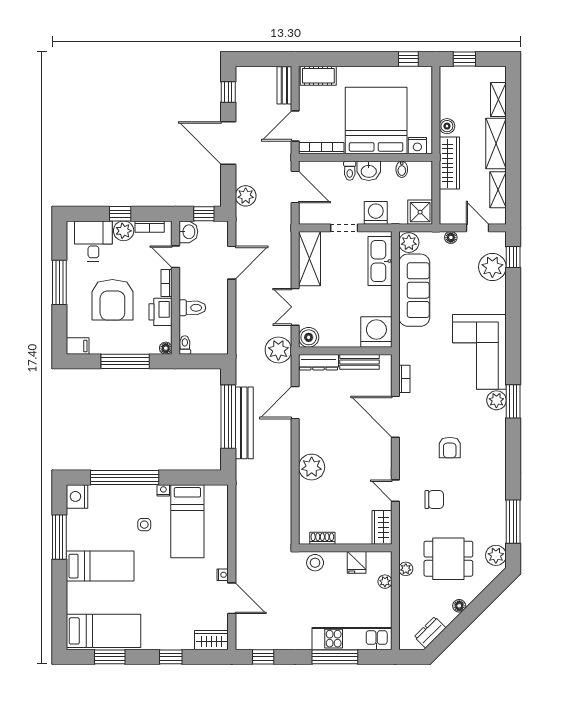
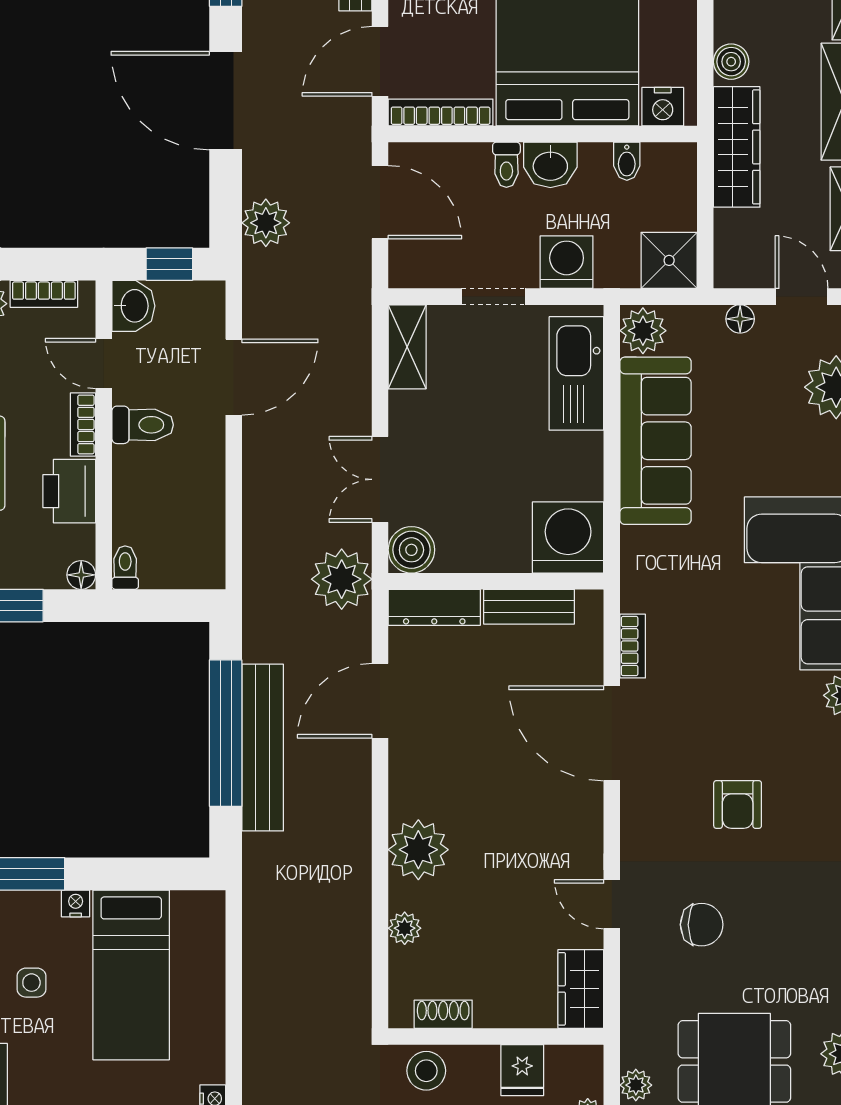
shelving: (310, 259) -> (407, 347), width x0.67, depth x0.75
toilet: (192, 308) -> (143, 425), moved
plant: (306, 501) -> (405, 928), added

